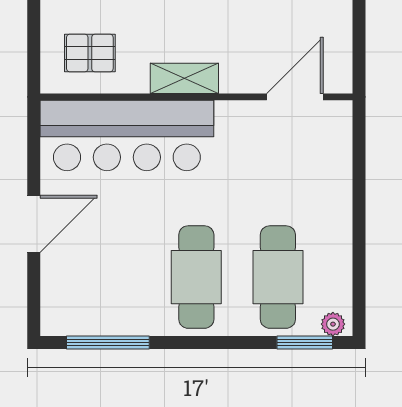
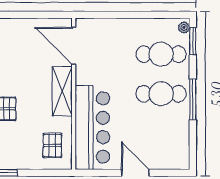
shelving: (184, 78) -> (62, 91), width x1.50, depth x1.33
door: (295, 97) -> (74, 46), width x1.36
window: (108, 342) -> (193, 99), moved

